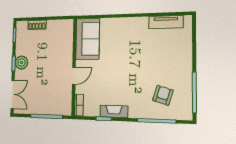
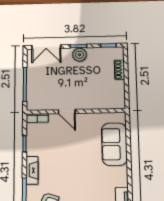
sofa: (88, 39) -> (114, 144), moved, turned 90
fireplace: (114, 111) -> (32, 170), moved

